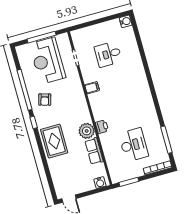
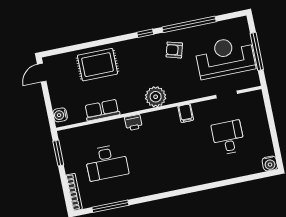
plant: (87, 131) -> (156, 97), moved
rug: (54, 141) -> (98, 65), moved

